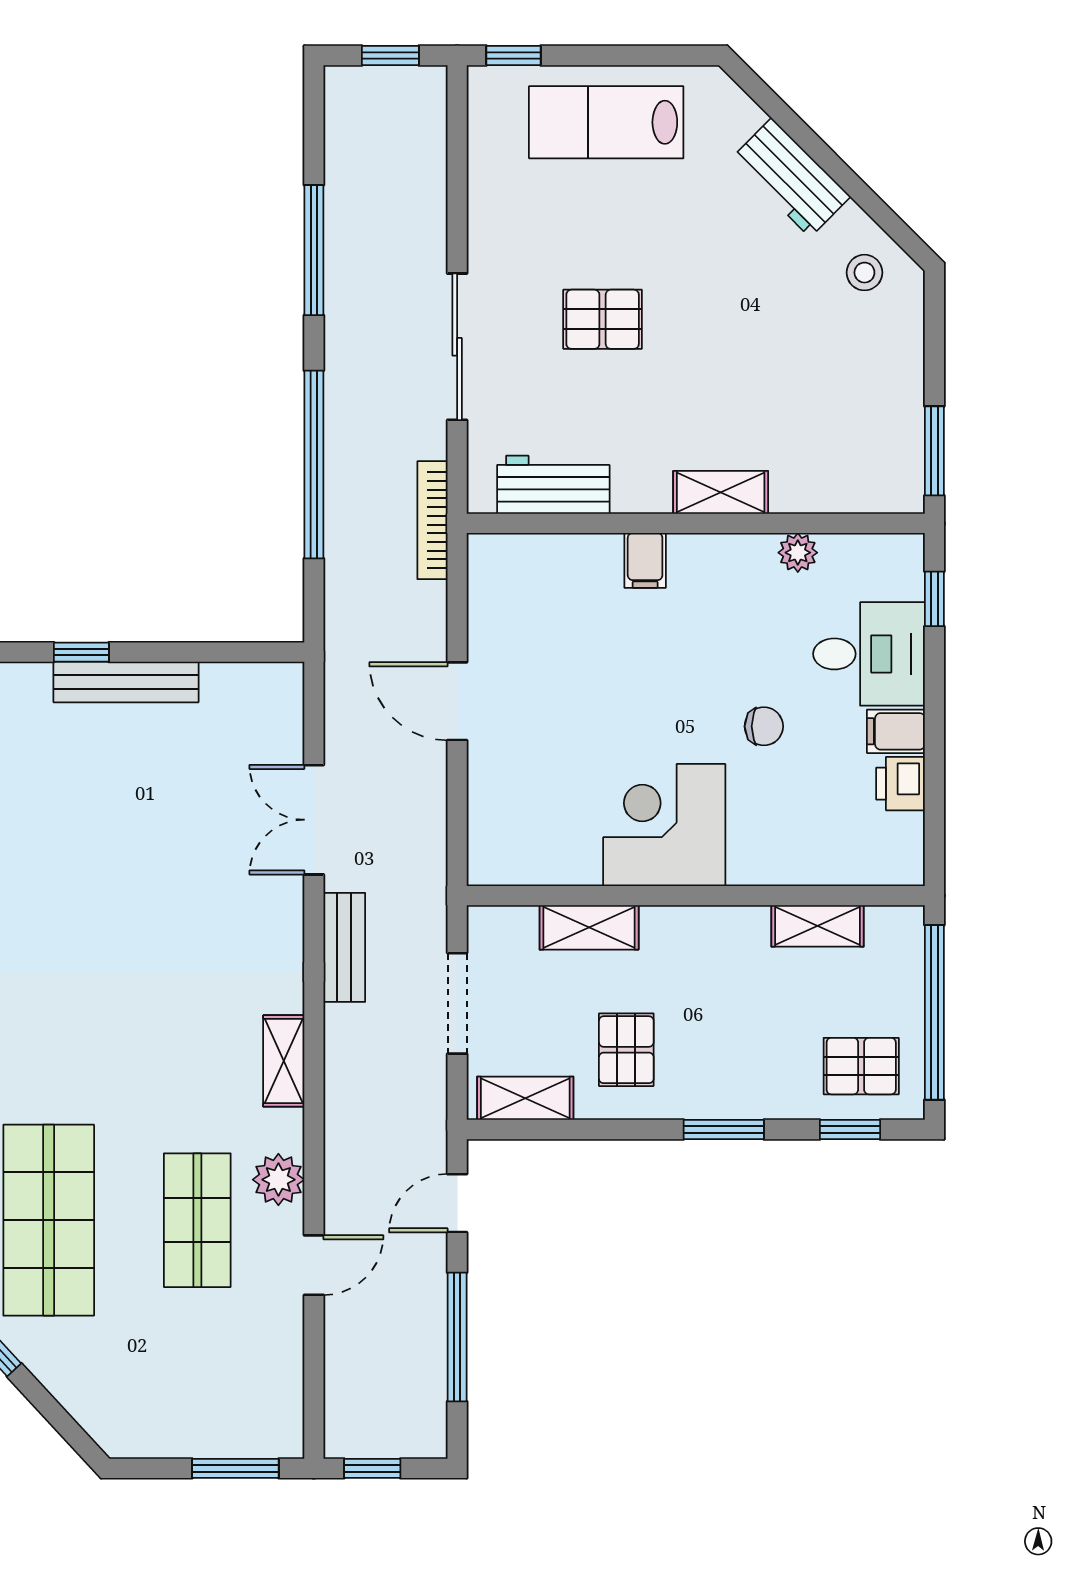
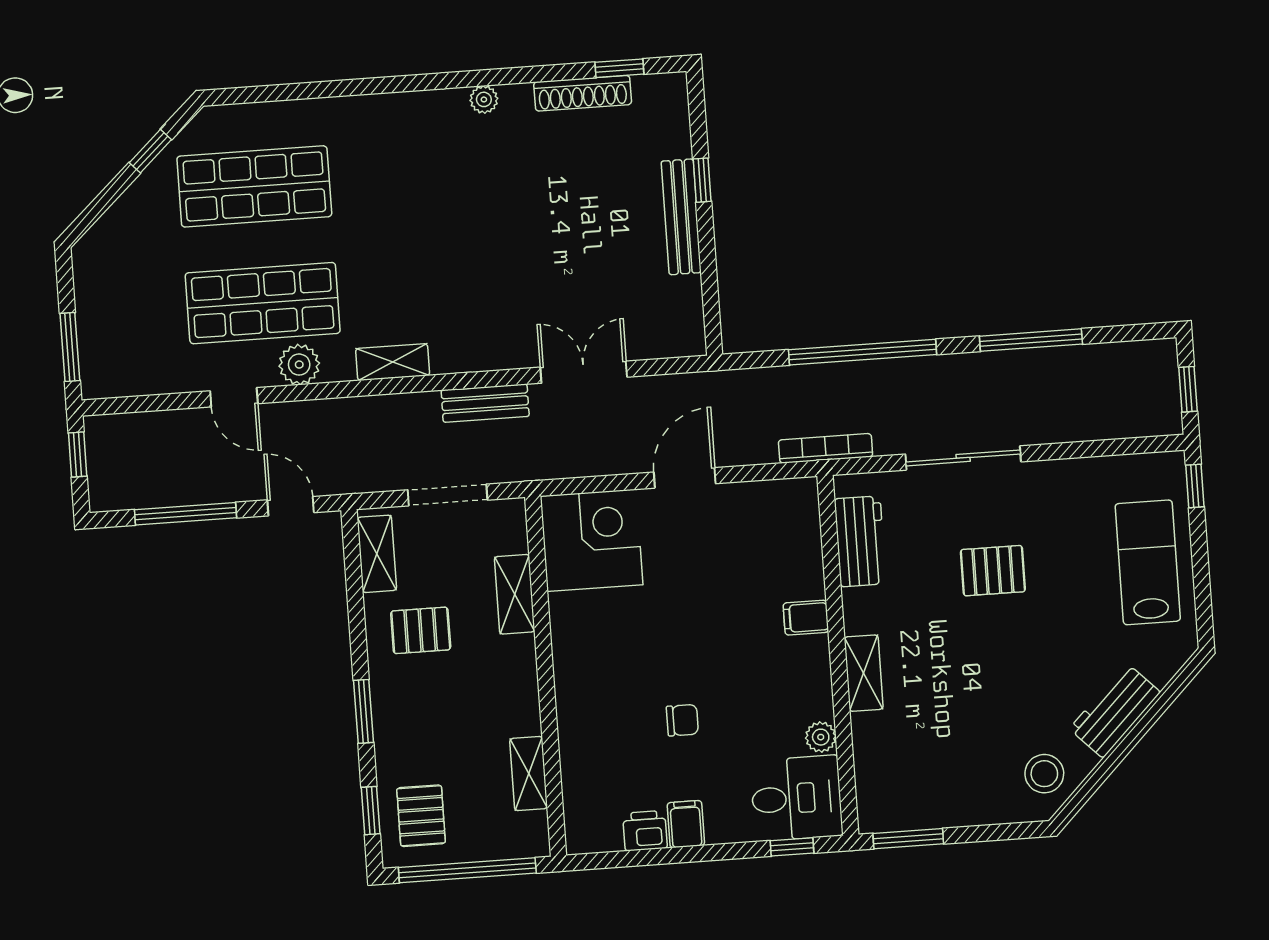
stool: (864, 273) -> (1044, 774), width x1.37, depth x1.37
pallet: (603, 319) -> (993, 571), turned 90
desk: (869, 654) -> (797, 798), moved, turned -90
chair: (764, 726) -> (682, 720), turned -90
corner desk: (664, 825) -> (592, 540), moved
shop shelf: (197, 1220) -> (263, 303), width x1.43, depth x1.36

